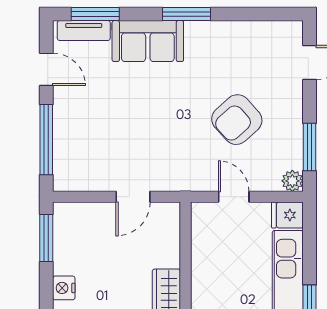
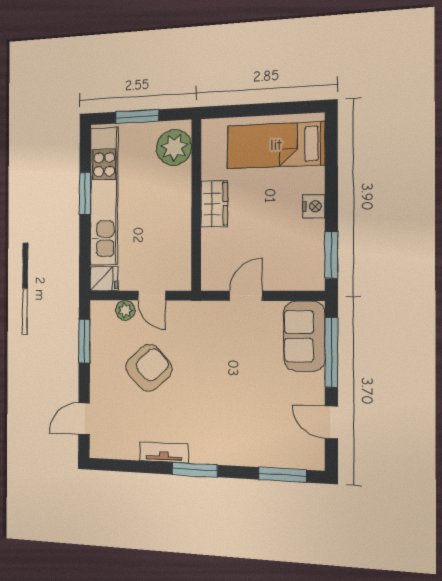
tv unit: (84, 31) -> (164, 452), moved
sofa: (148, 41) -> (304, 336), moved, turned -90
plant: (292, 181) -> (125, 310), moved

